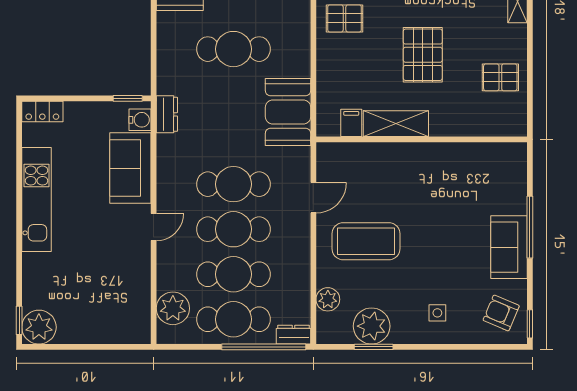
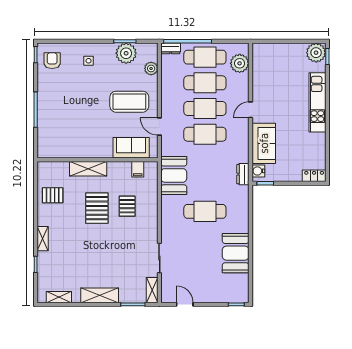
pallet: (345, 18) -> (127, 206), moved, turned 90
shelving: (396, 124) -> (88, 169), moved
door: (313, 198) -> (159, 127), hinge flipped
kitchen unit: (37, 199) -> (317, 102), moved
sofa: (509, 247) -> (131, 148), moved, turned -90
armchair: (501, 313) -> (52, 61), turned -113

